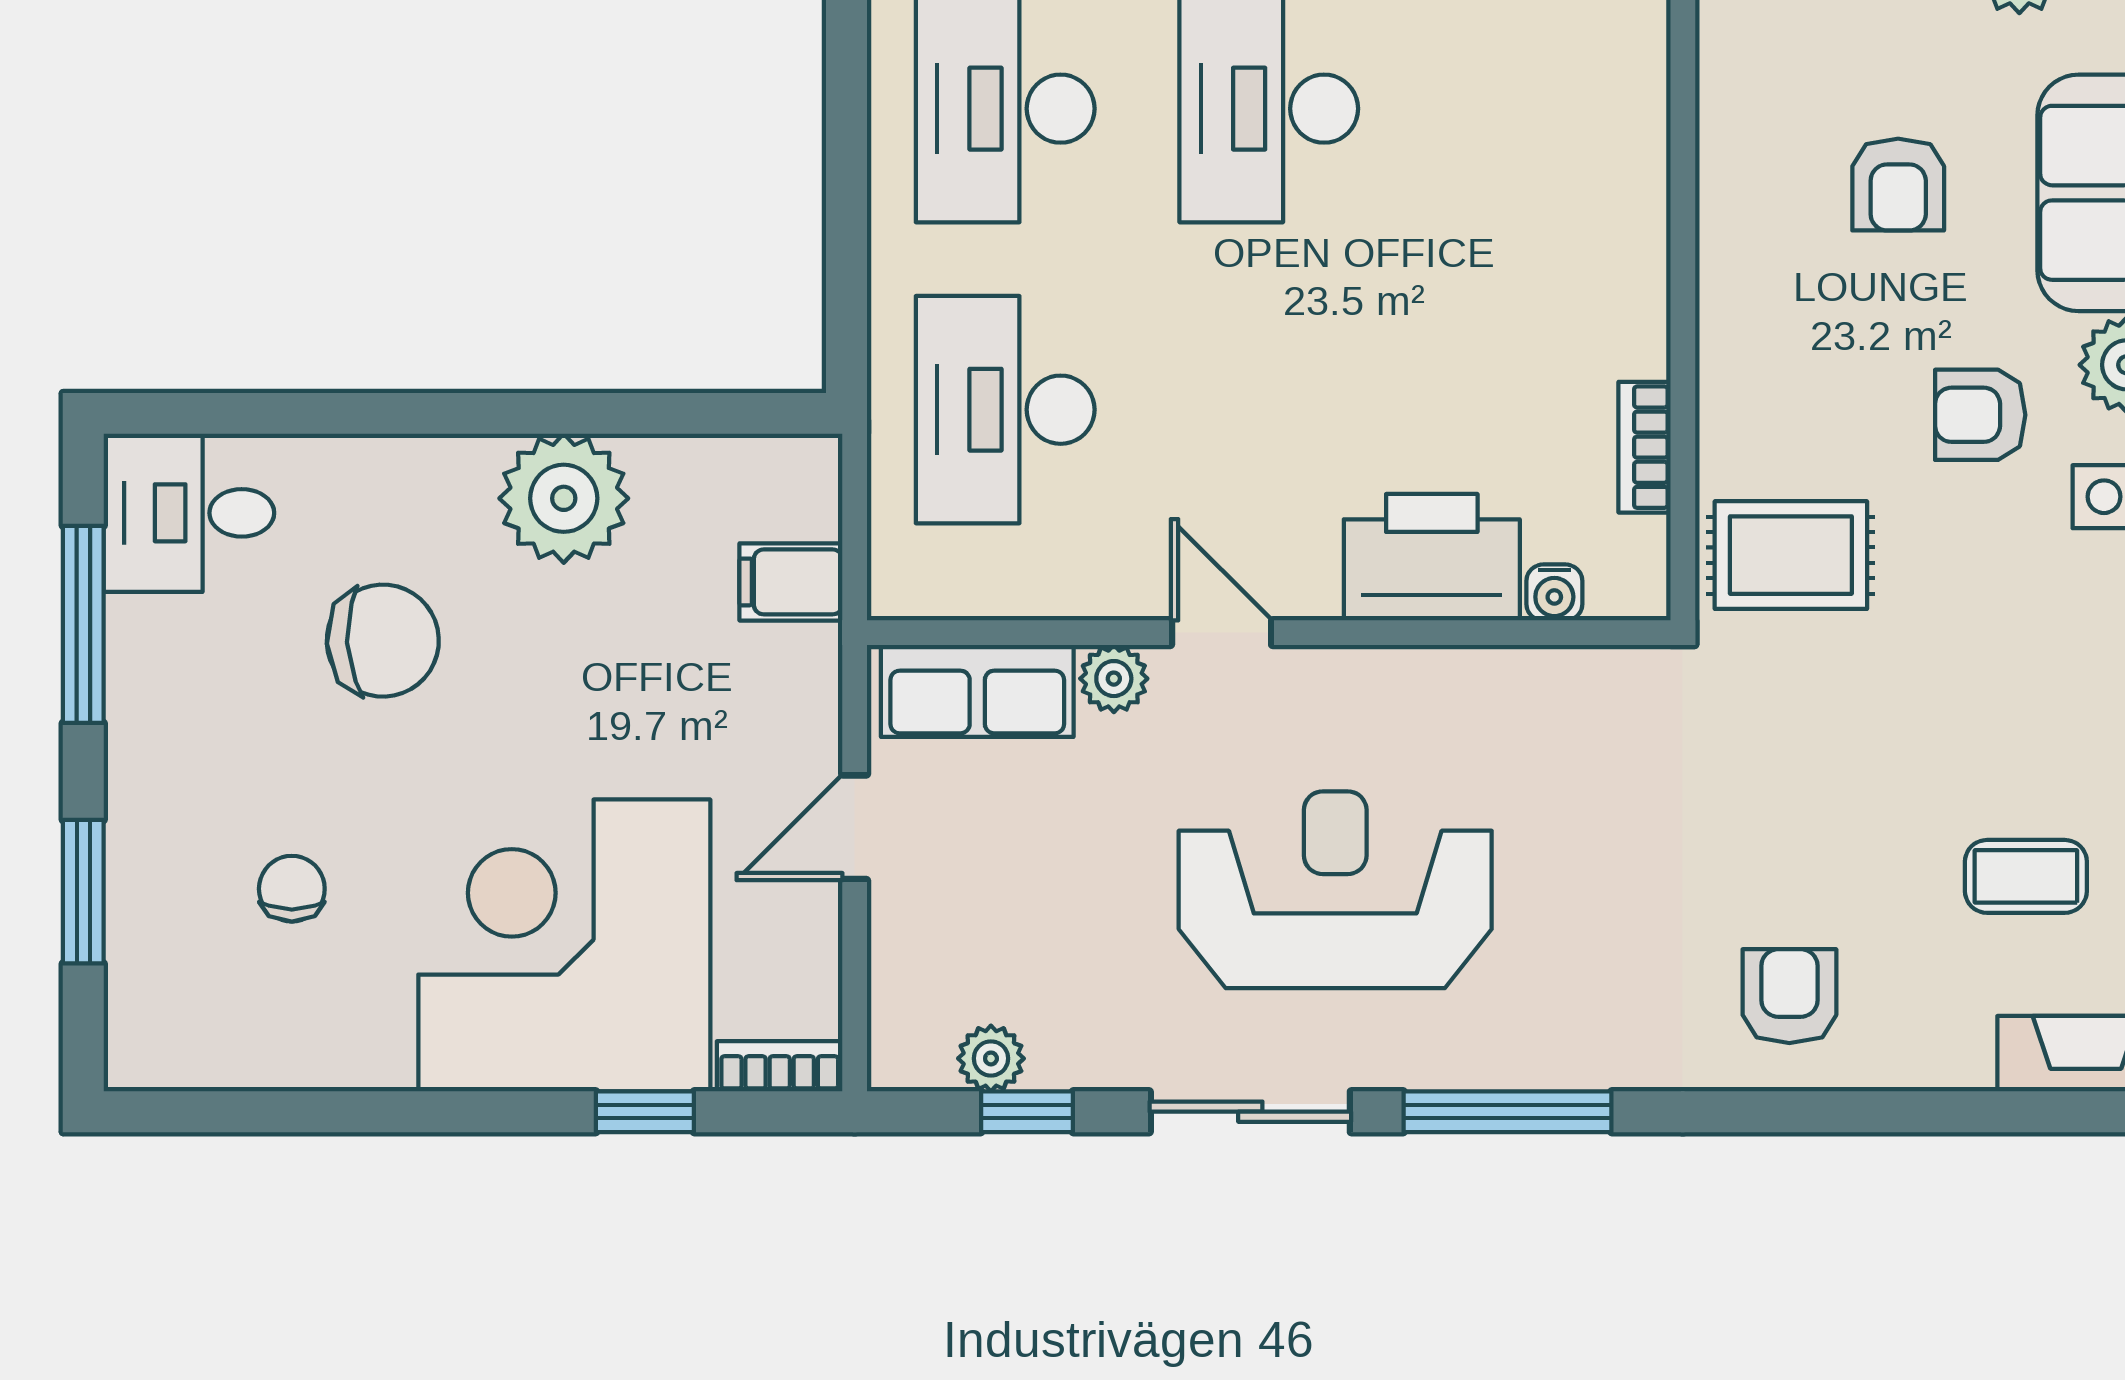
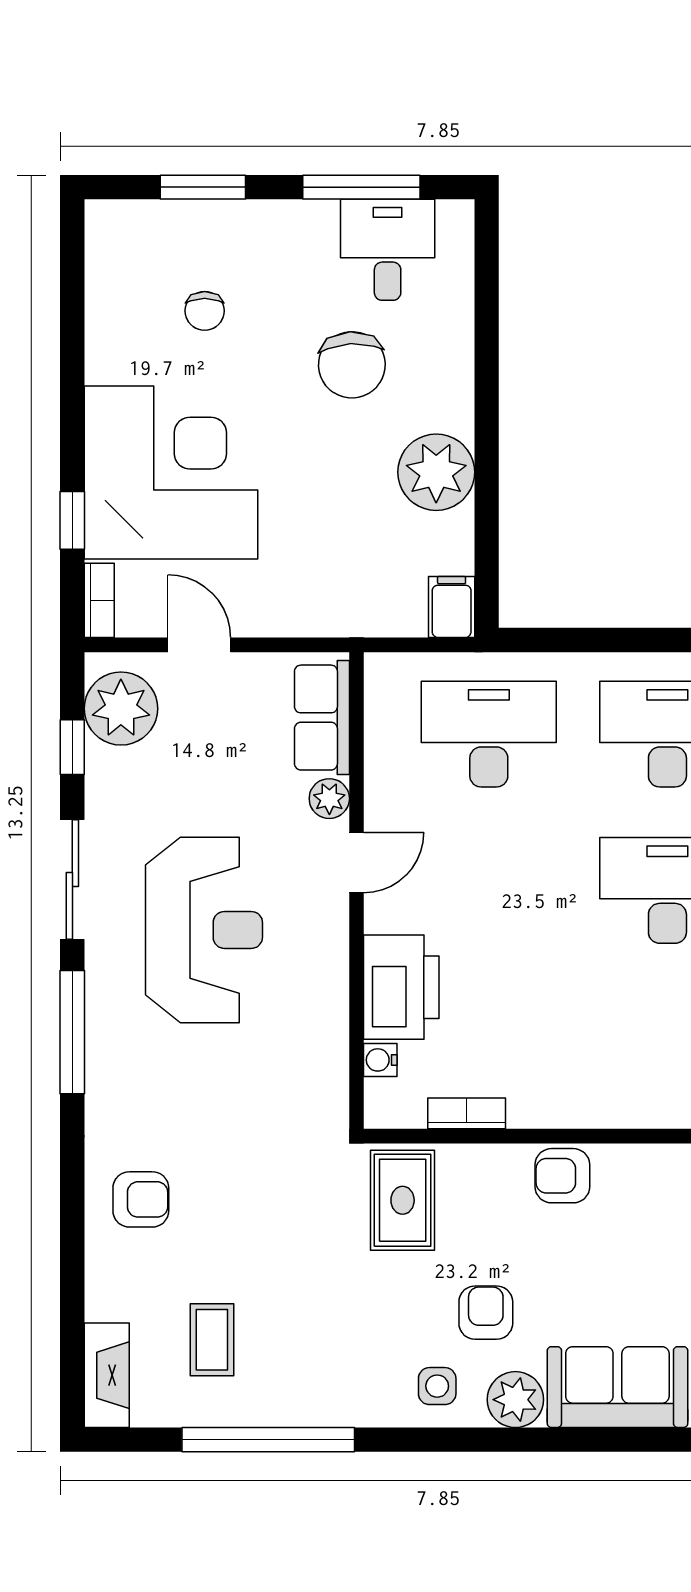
armchair: (1898, 185) -> (562, 1176), moved
desk: (189, 513) -> (388, 250), moved
filing cabinet: (791, 582) -> (452, 607), moved
door: (855, 827) -> (199, 645), moved
chair: (292, 889) -> (205, 311), turned 90
plant: (991, 1058) -> (121, 709), width x1.88, depth x1.88

